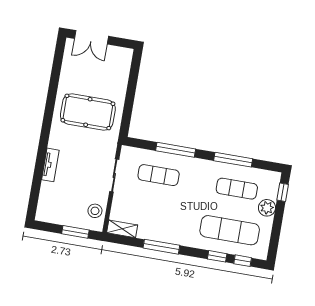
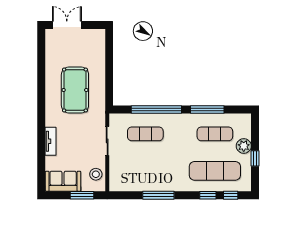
double door: (91, 37) -> (67, 25), swing flipped
pool table: (88, 112) -> (75, 90), turned 90
window: (176, 150) -> (156, 110), width x1.46
window: (283, 192) -> (255, 158), moved
sofa: (57, 212) -> (63, 181), added
shelving: (122, 229) -> (122, 186), removed

